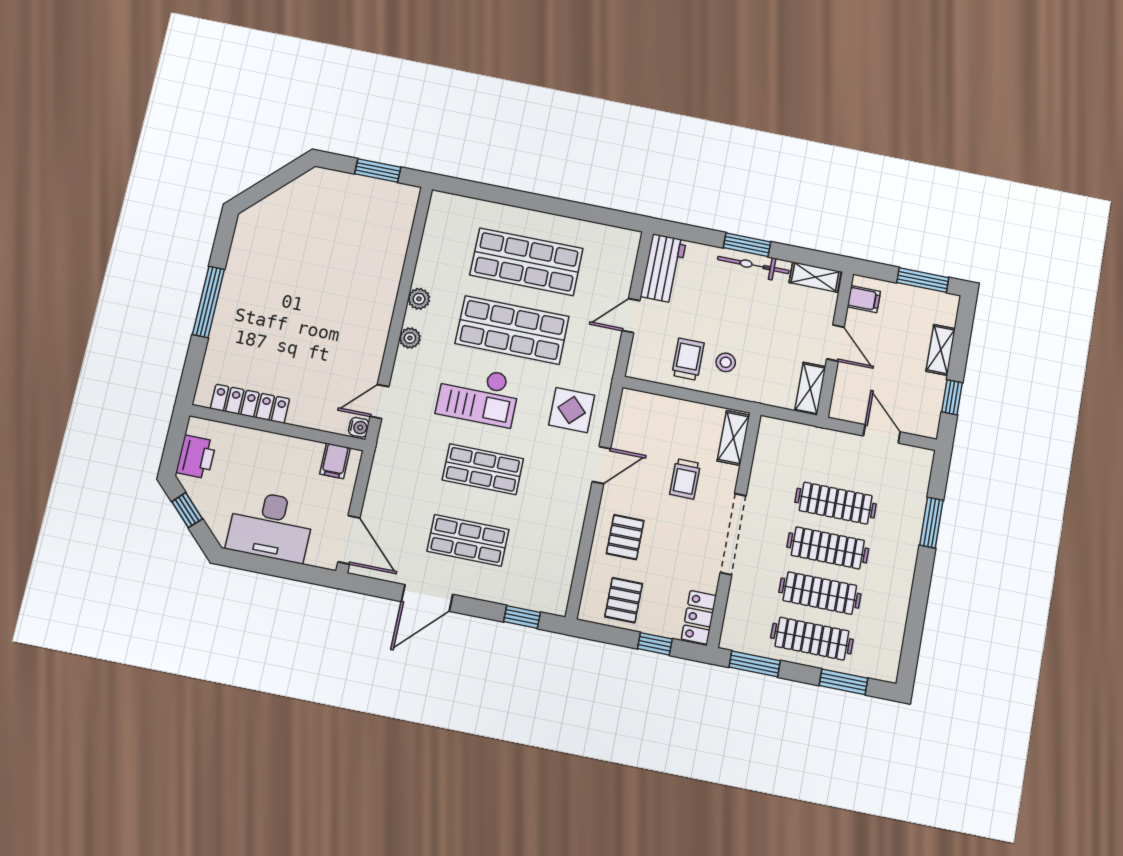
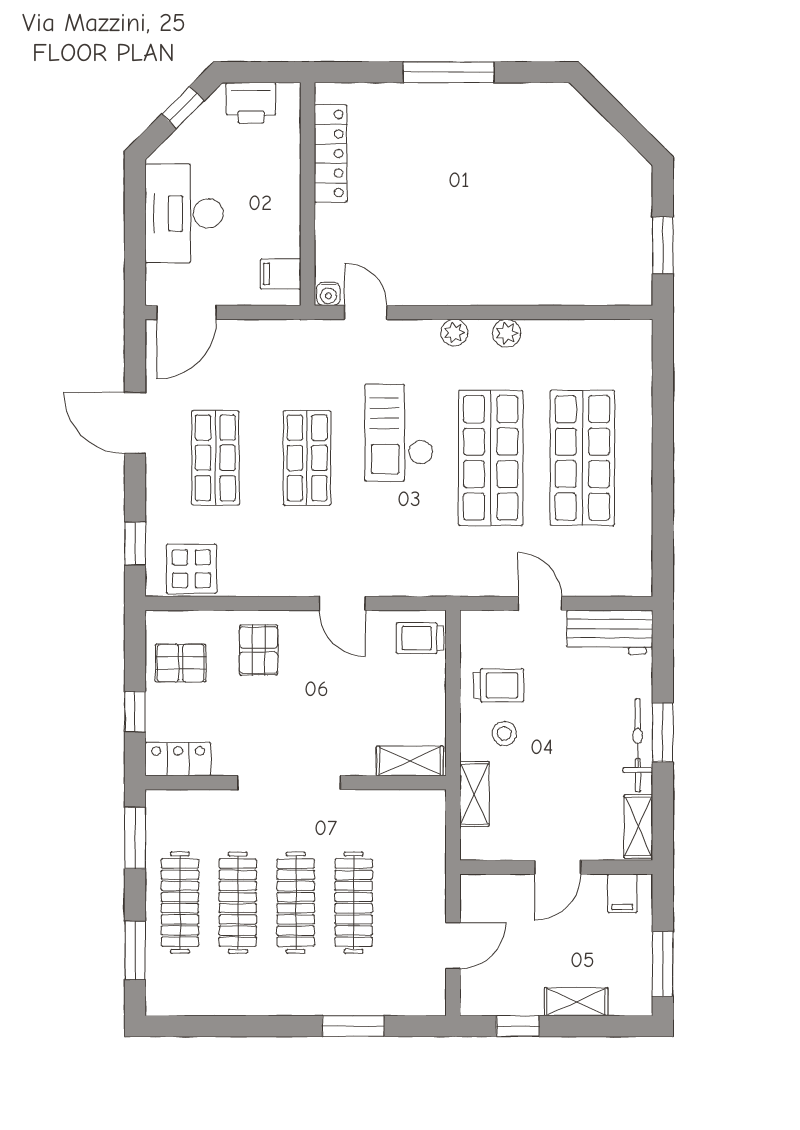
shelving: (810, 389) -> (474, 794), moved, turned 90
display table: (572, 410) -> (191, 569), moved
trolley: (685, 479) -> (420, 638), moved
pallet: (625, 537) -> (259, 650), turned 90

